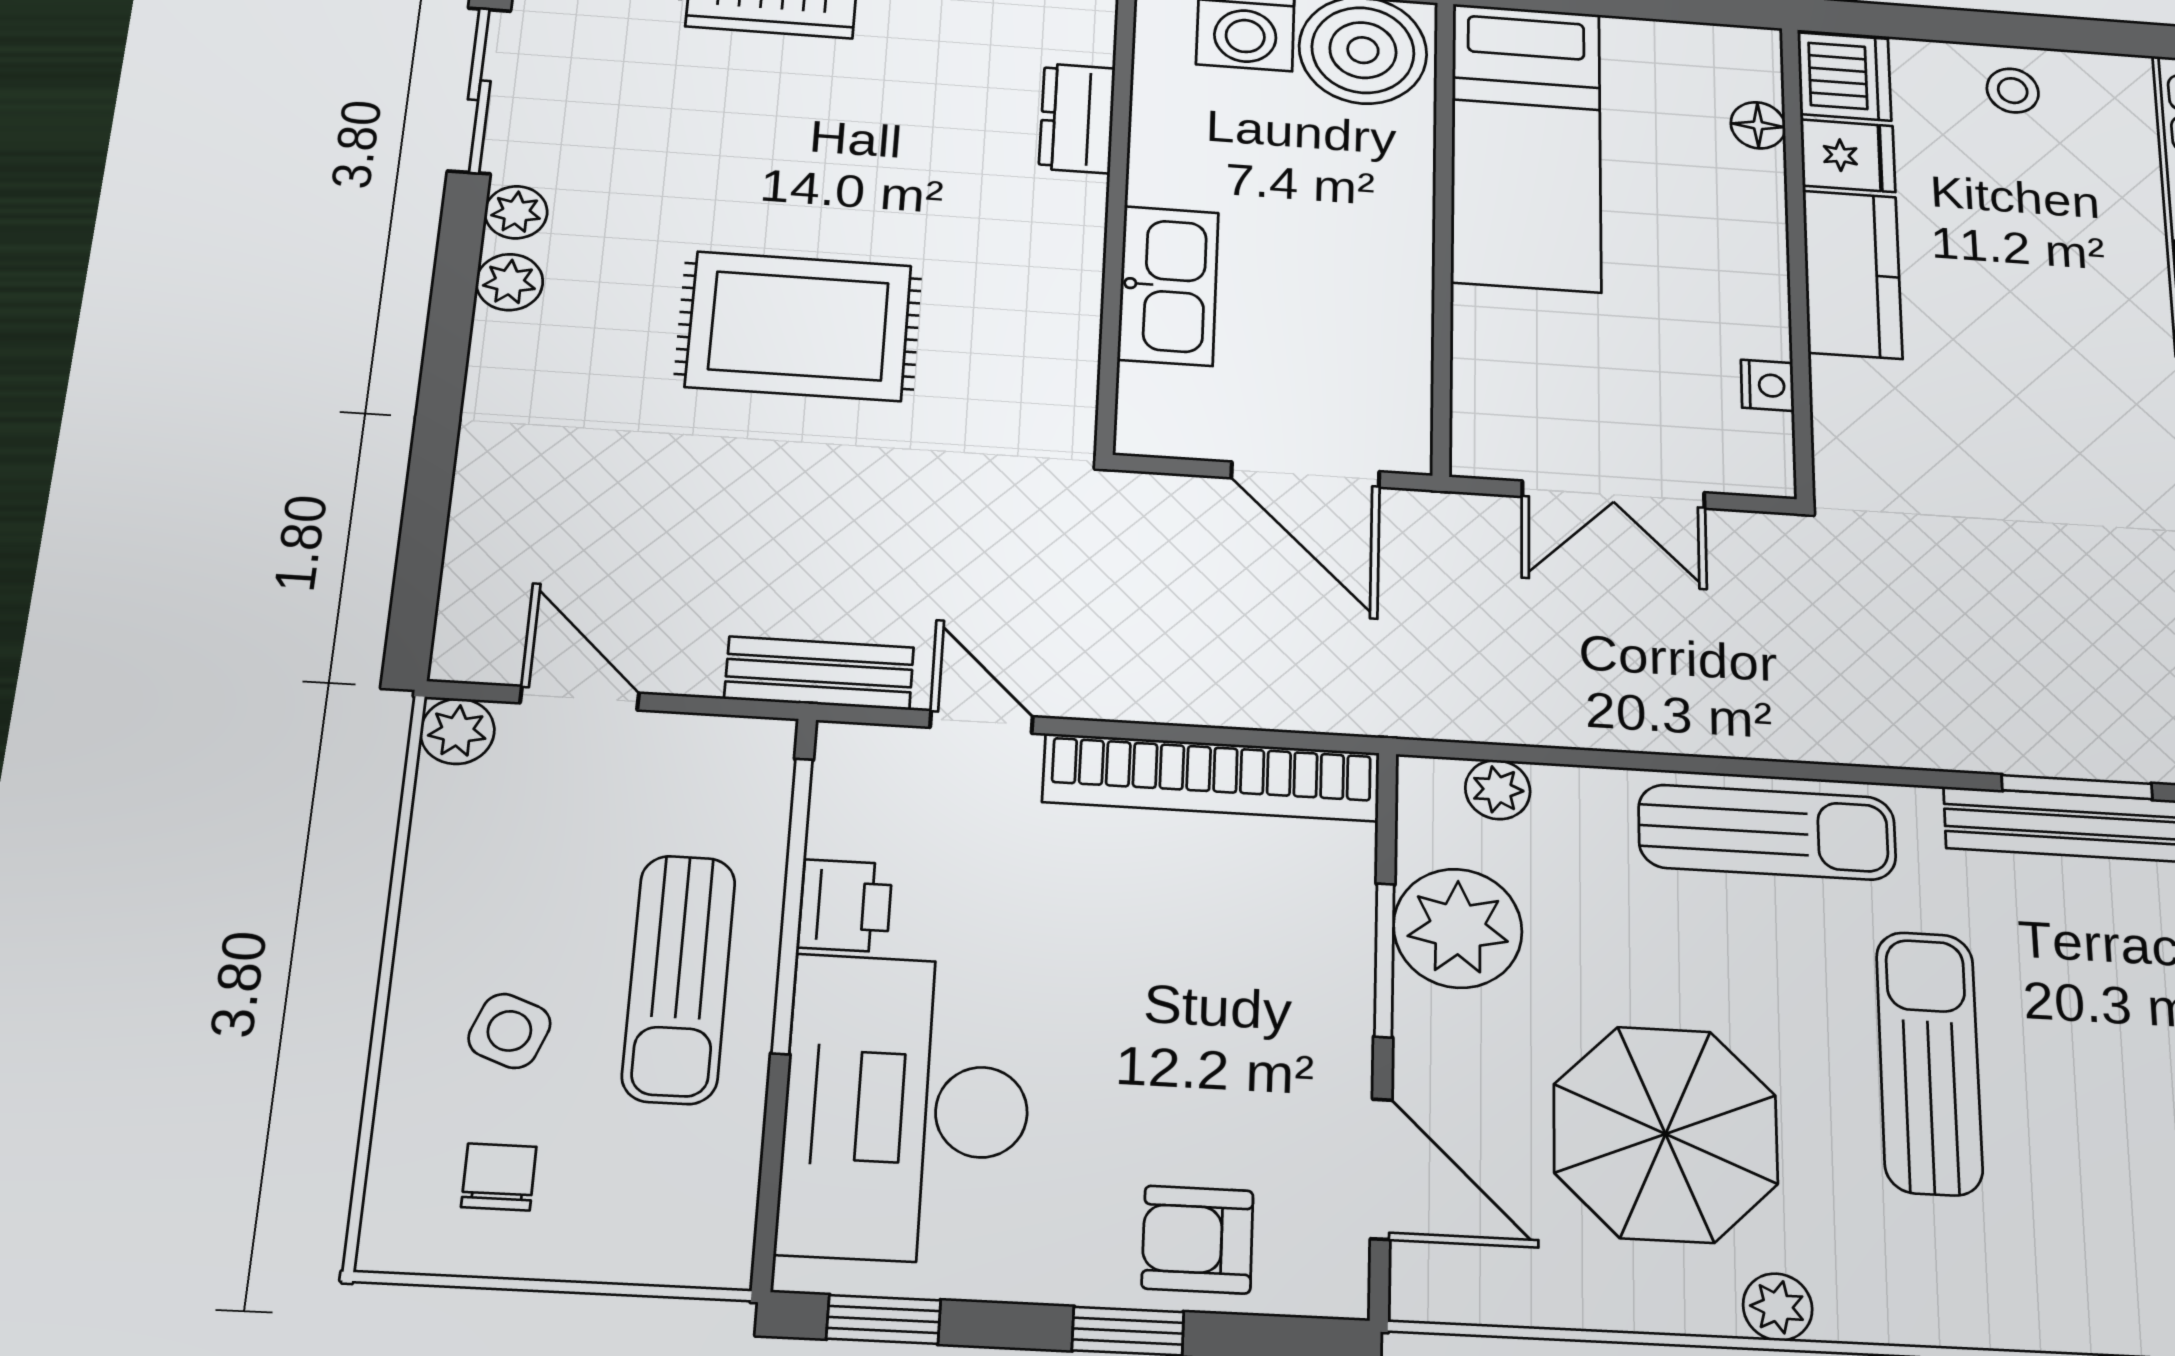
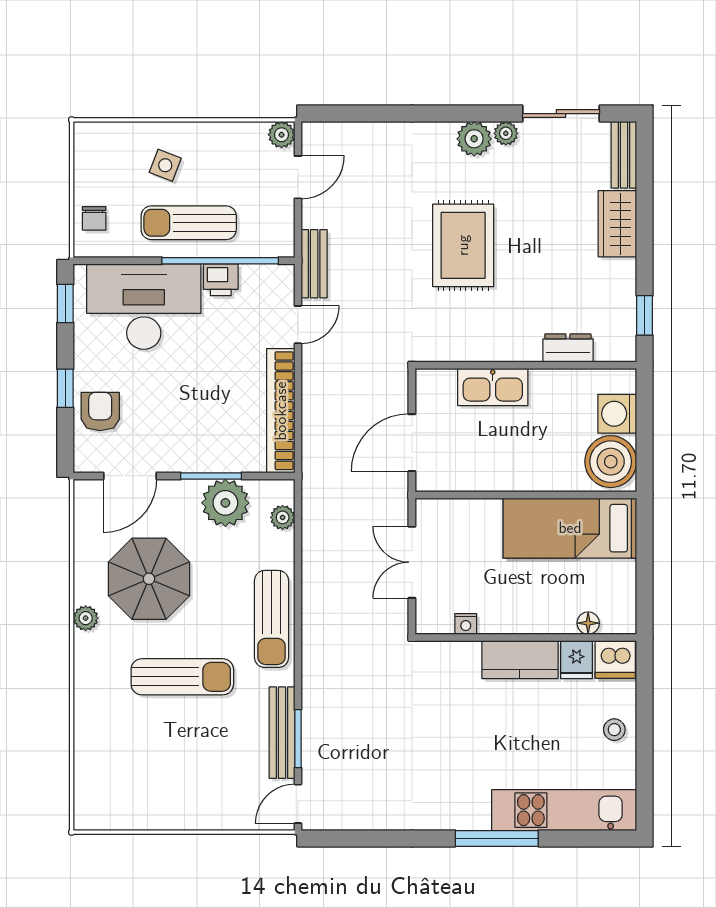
plant: (509, 282) -> (474, 139), width x1.38, depth x1.38
chair: (499, 1177) -> (94, 218), moved, turned 90

